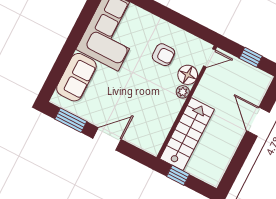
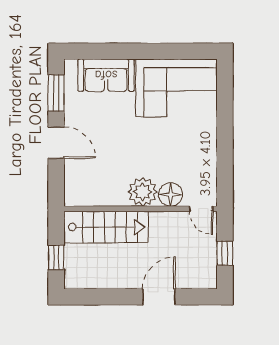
armchair: (163, 55) -> (179, 157), removed
plant: (183, 92) -> (143, 192), width x1.88, depth x1.88
window: (178, 175) -> (56, 257), moved

